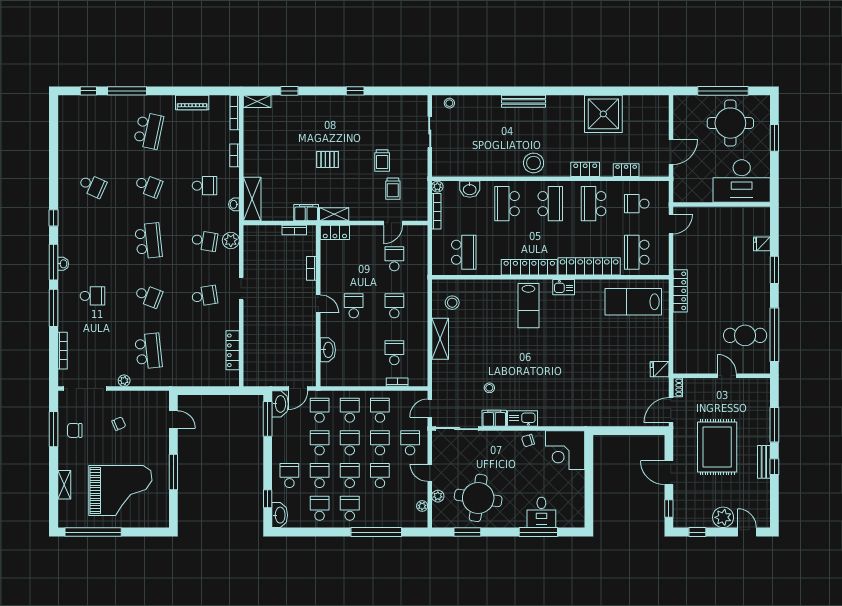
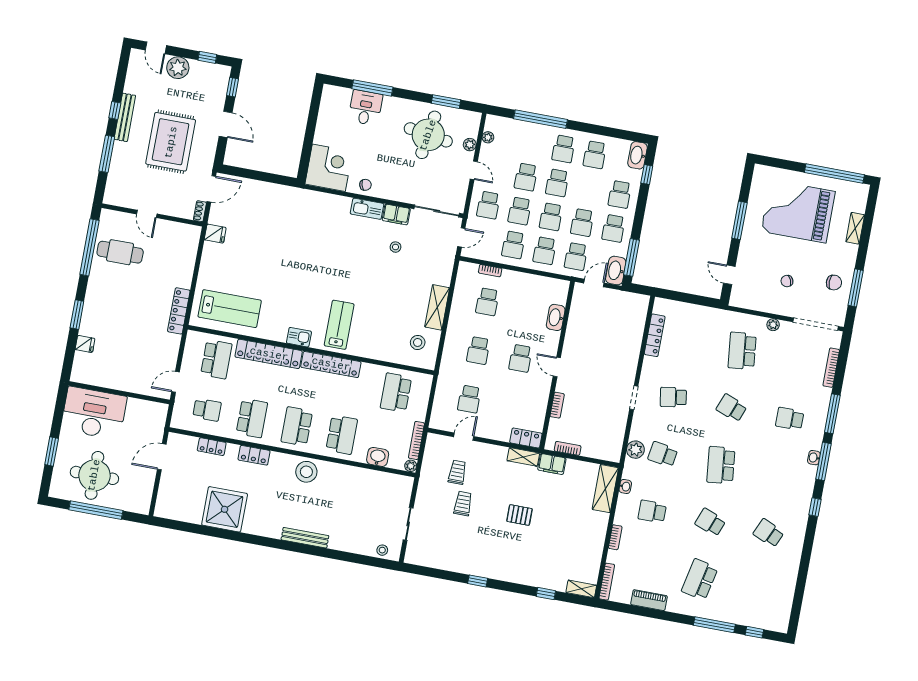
bench: (764, 462) -> (125, 117), width x1.36
school desk: (320, 476) -> (614, 228), moved

